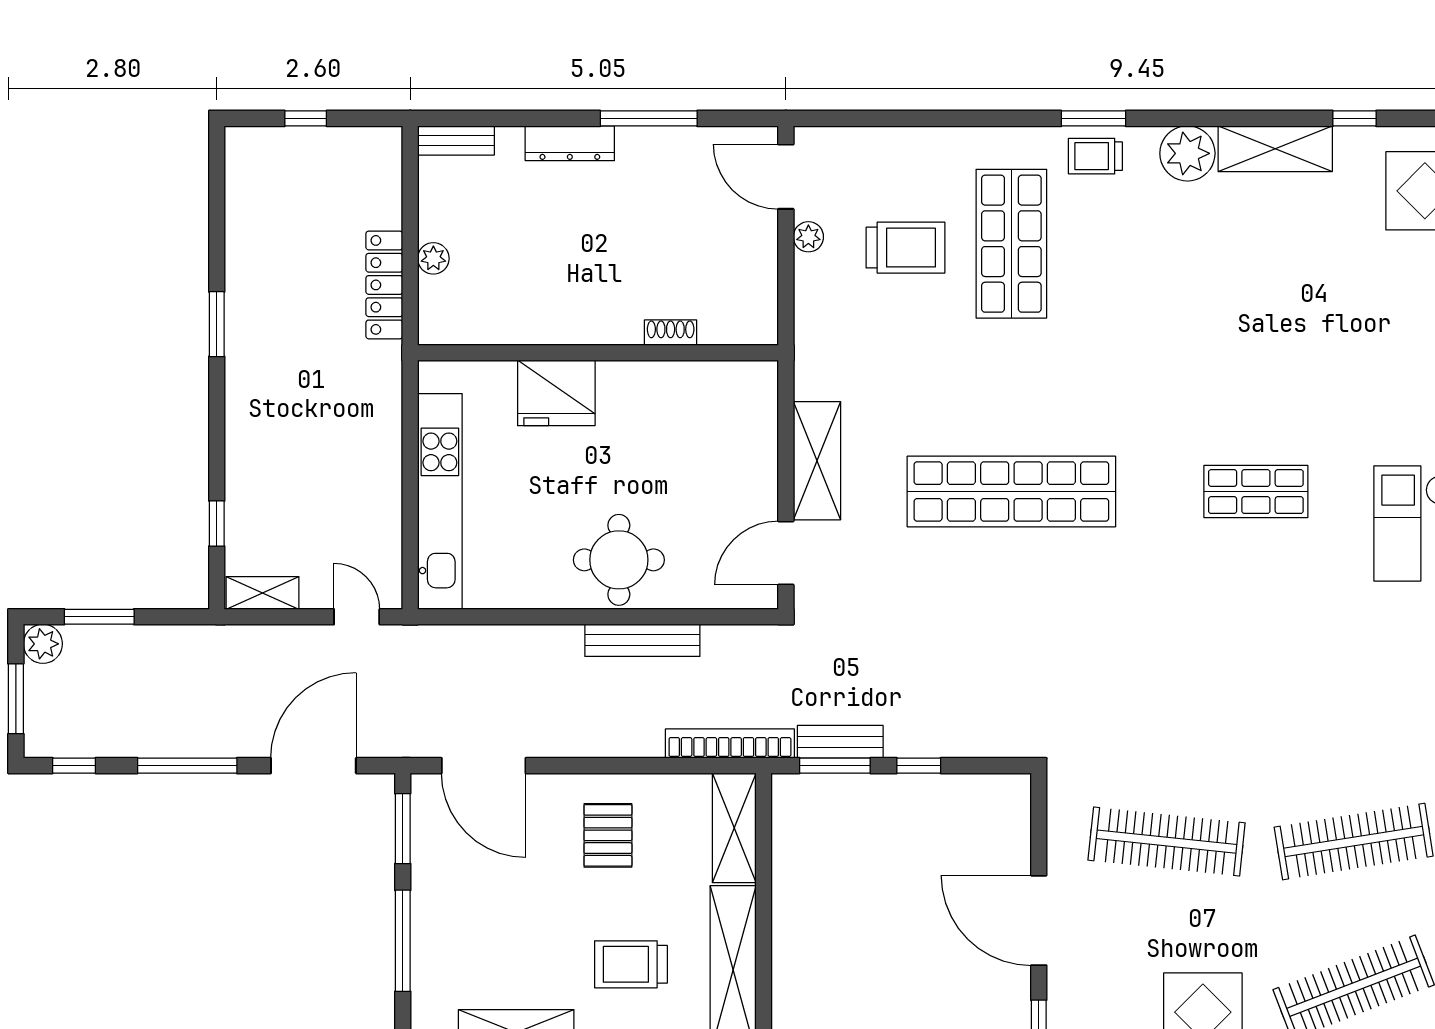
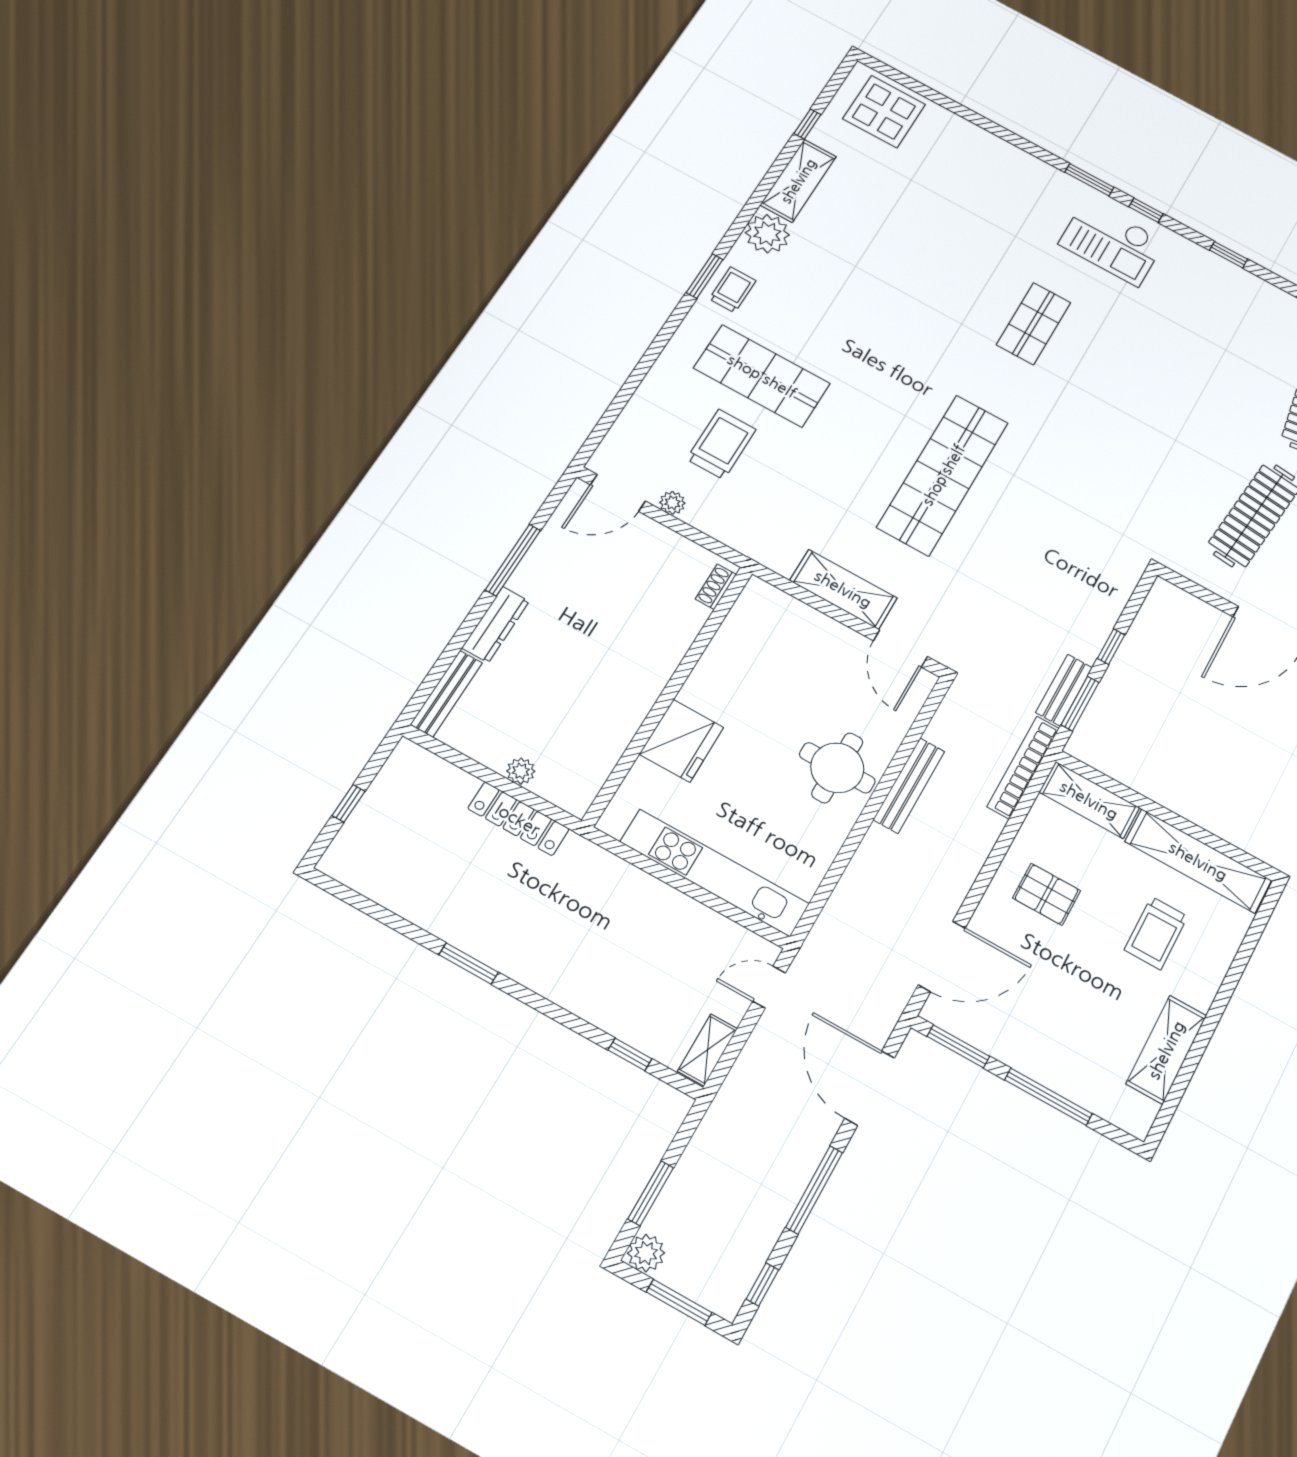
bench: (456, 140) -> (446, 694), width x1.36
trolley: (1095, 156) -> (733, 290), turned 180
shoe rack: (671, 333) -> (716, 587), moved

